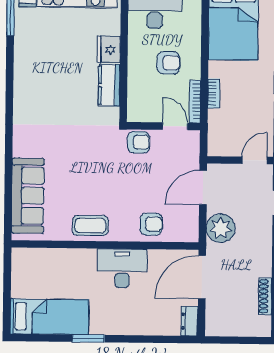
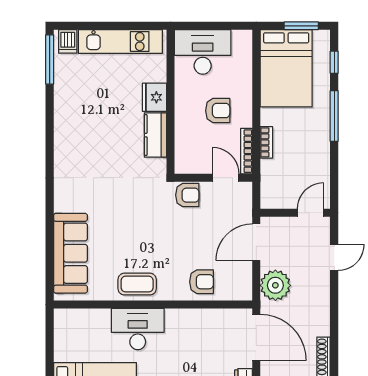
desk: (122, 268) -> (138, 329), moved
door: (202, 277) -> (256, 337), swing flipped

